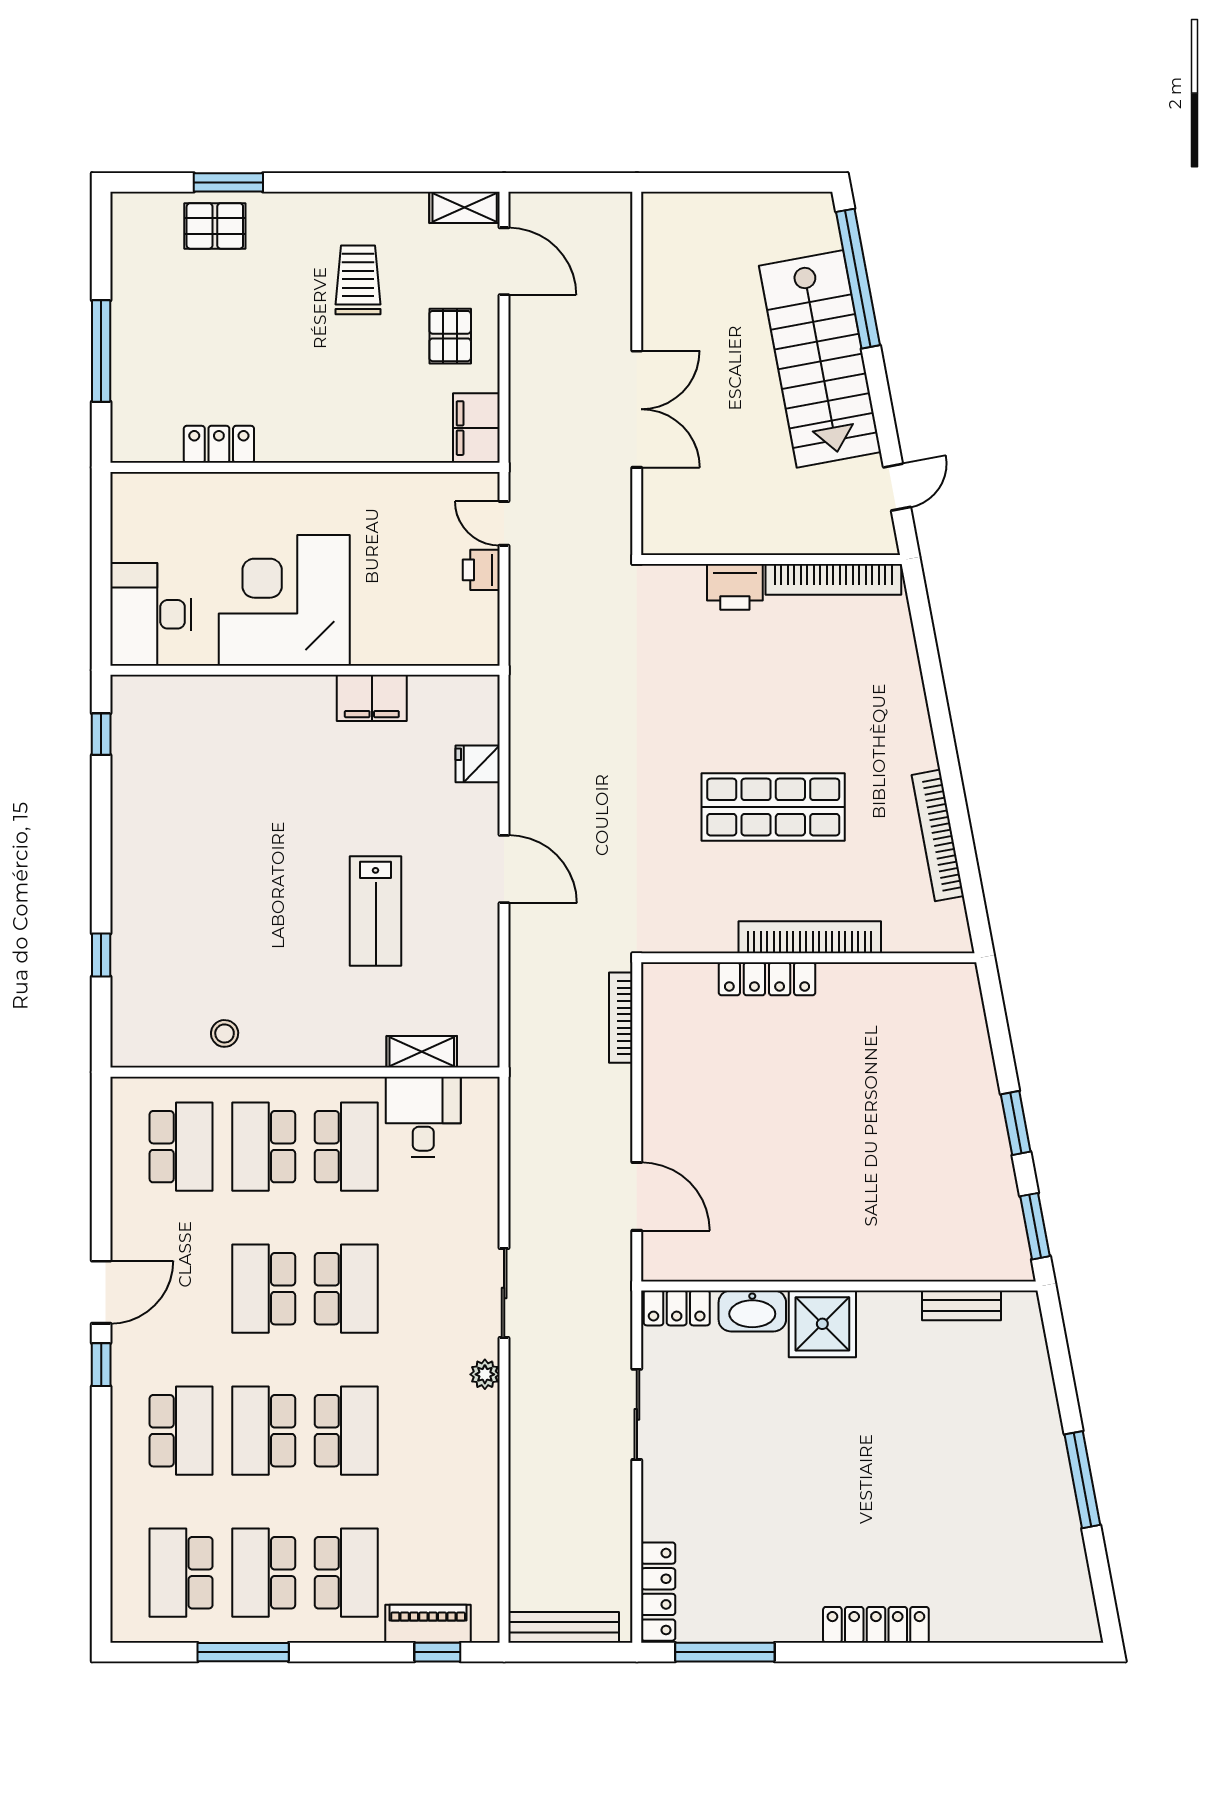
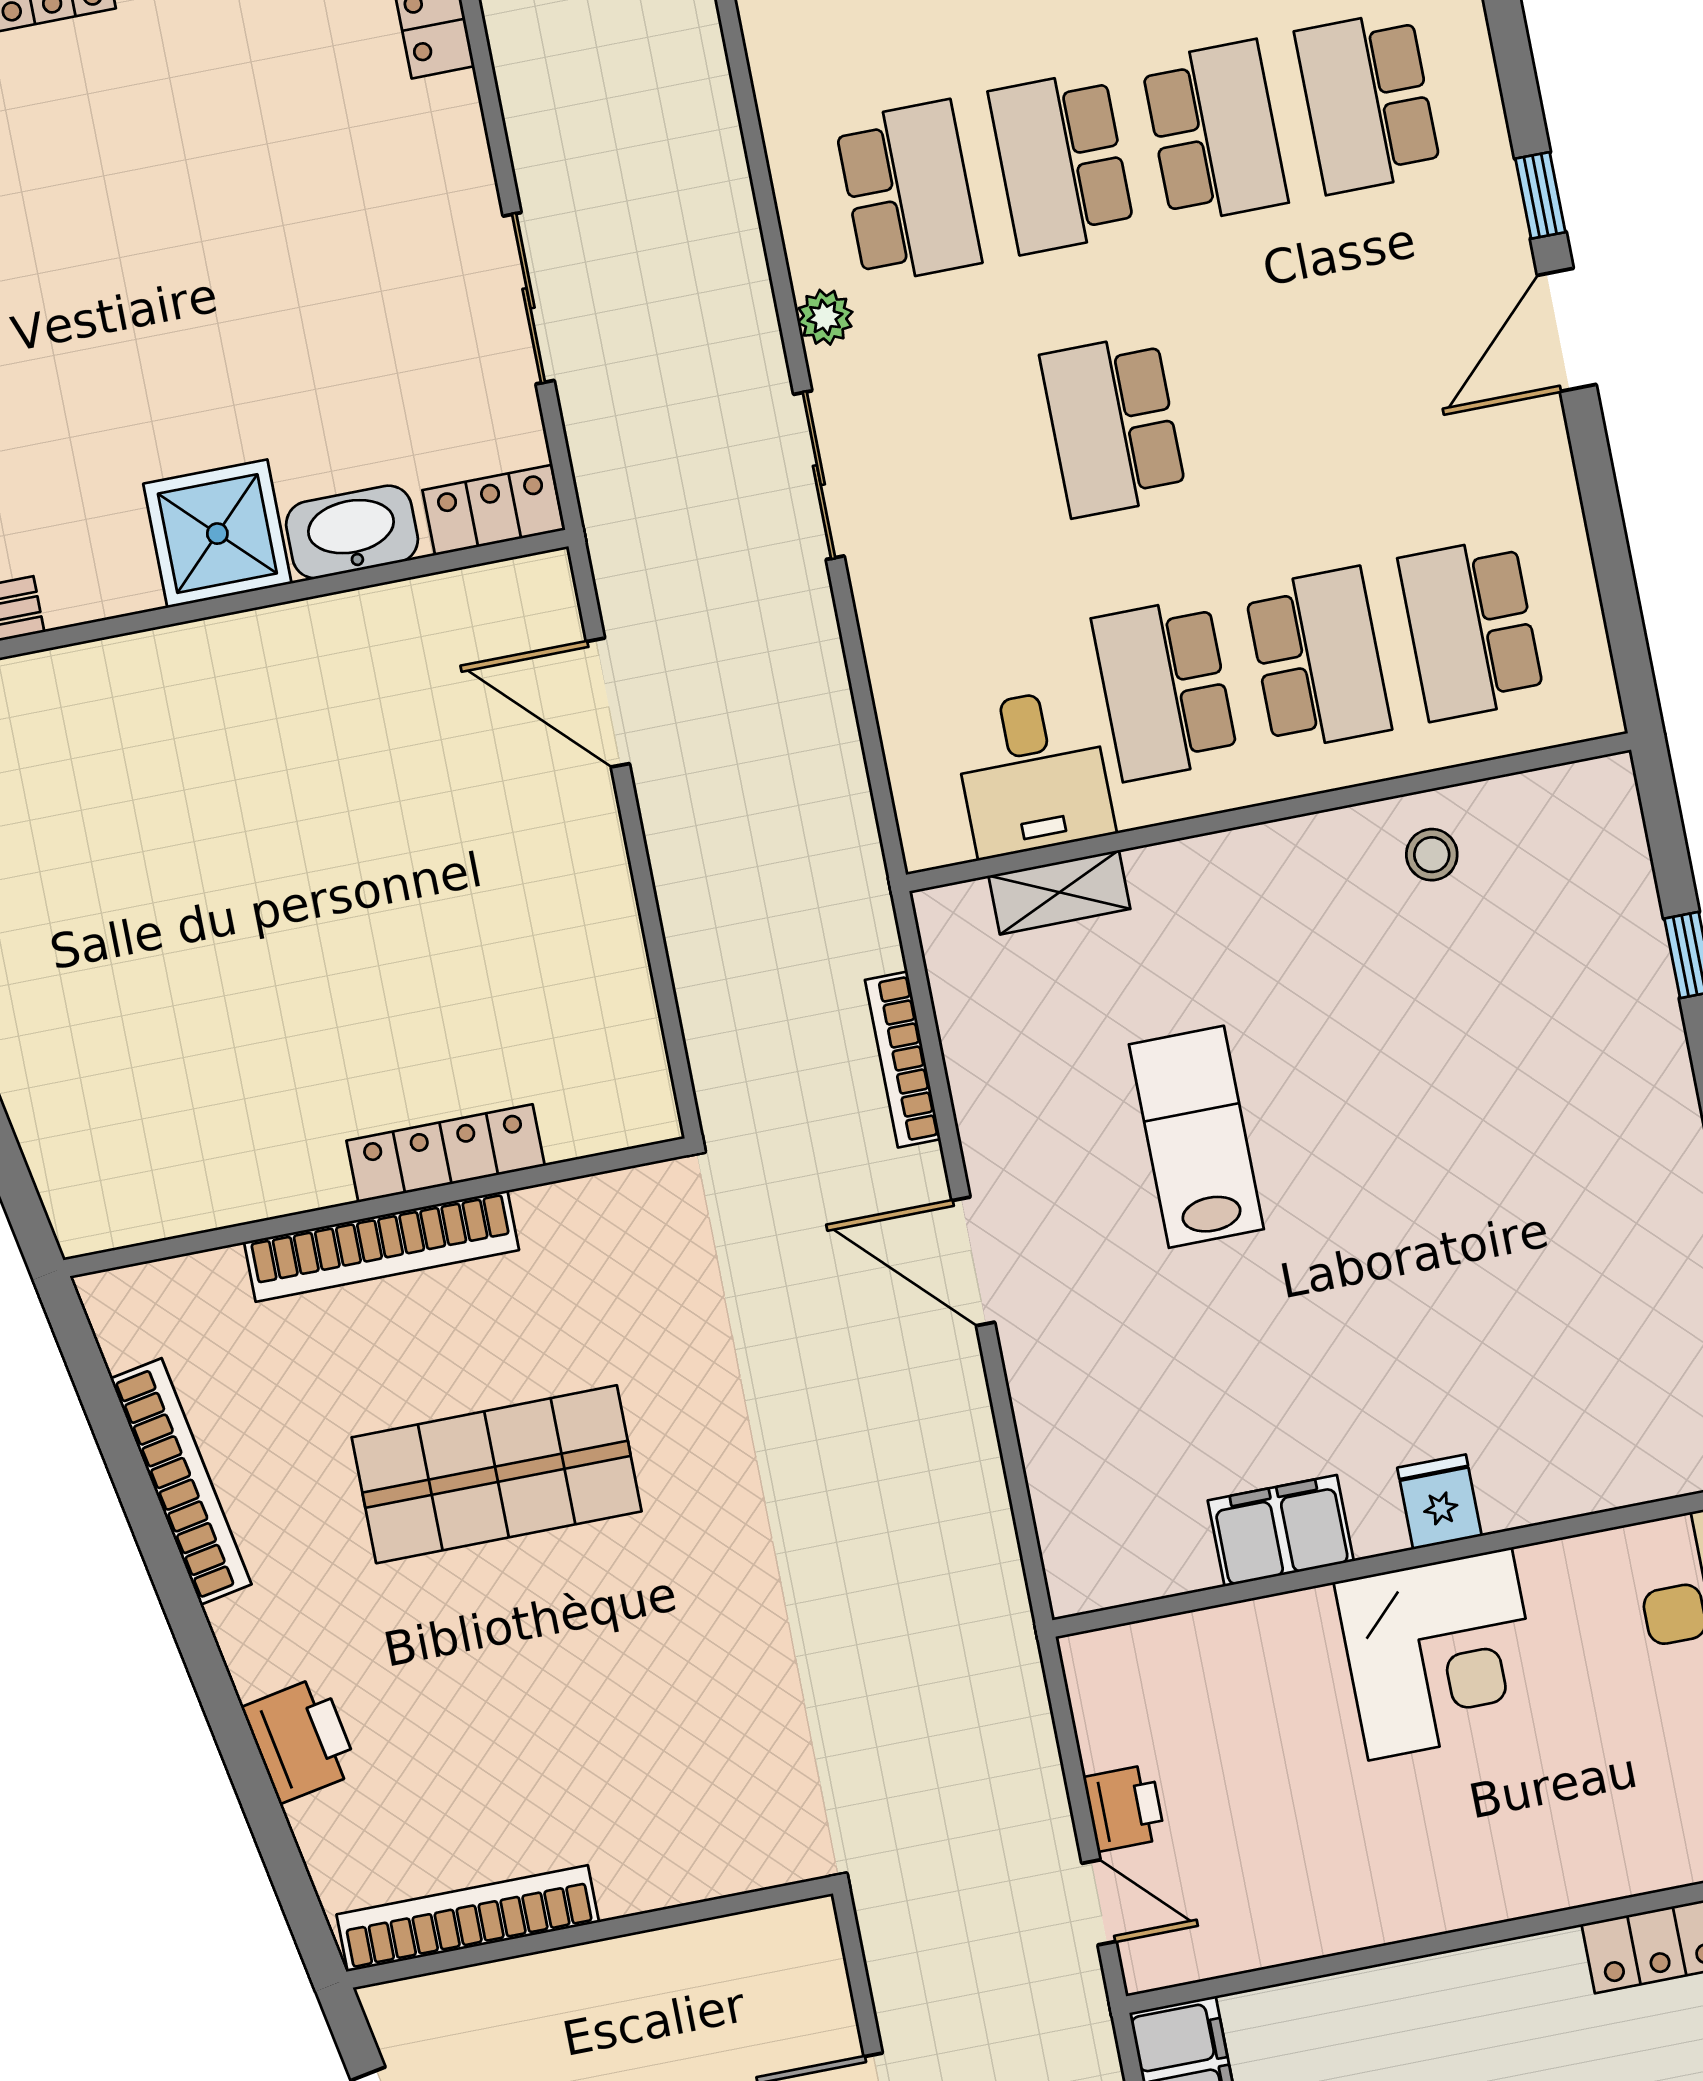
printer: (735, 587) -> (301, 1740), moved, turned 79
corner desk: (284, 600) -> (1440, 1654), width x0.74, depth x0.74
fridge: (478, 764) -> (1440, 1502), moved, turned -90
bookcase: (621, 1018) -> (903, 1060), moved, turned 180
school desk: (264, 1289) -> (908, 192), moved

